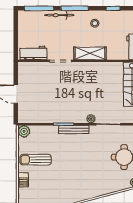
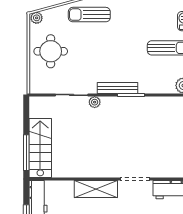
sun lounger: (95, 185) -> (89, 15), added

